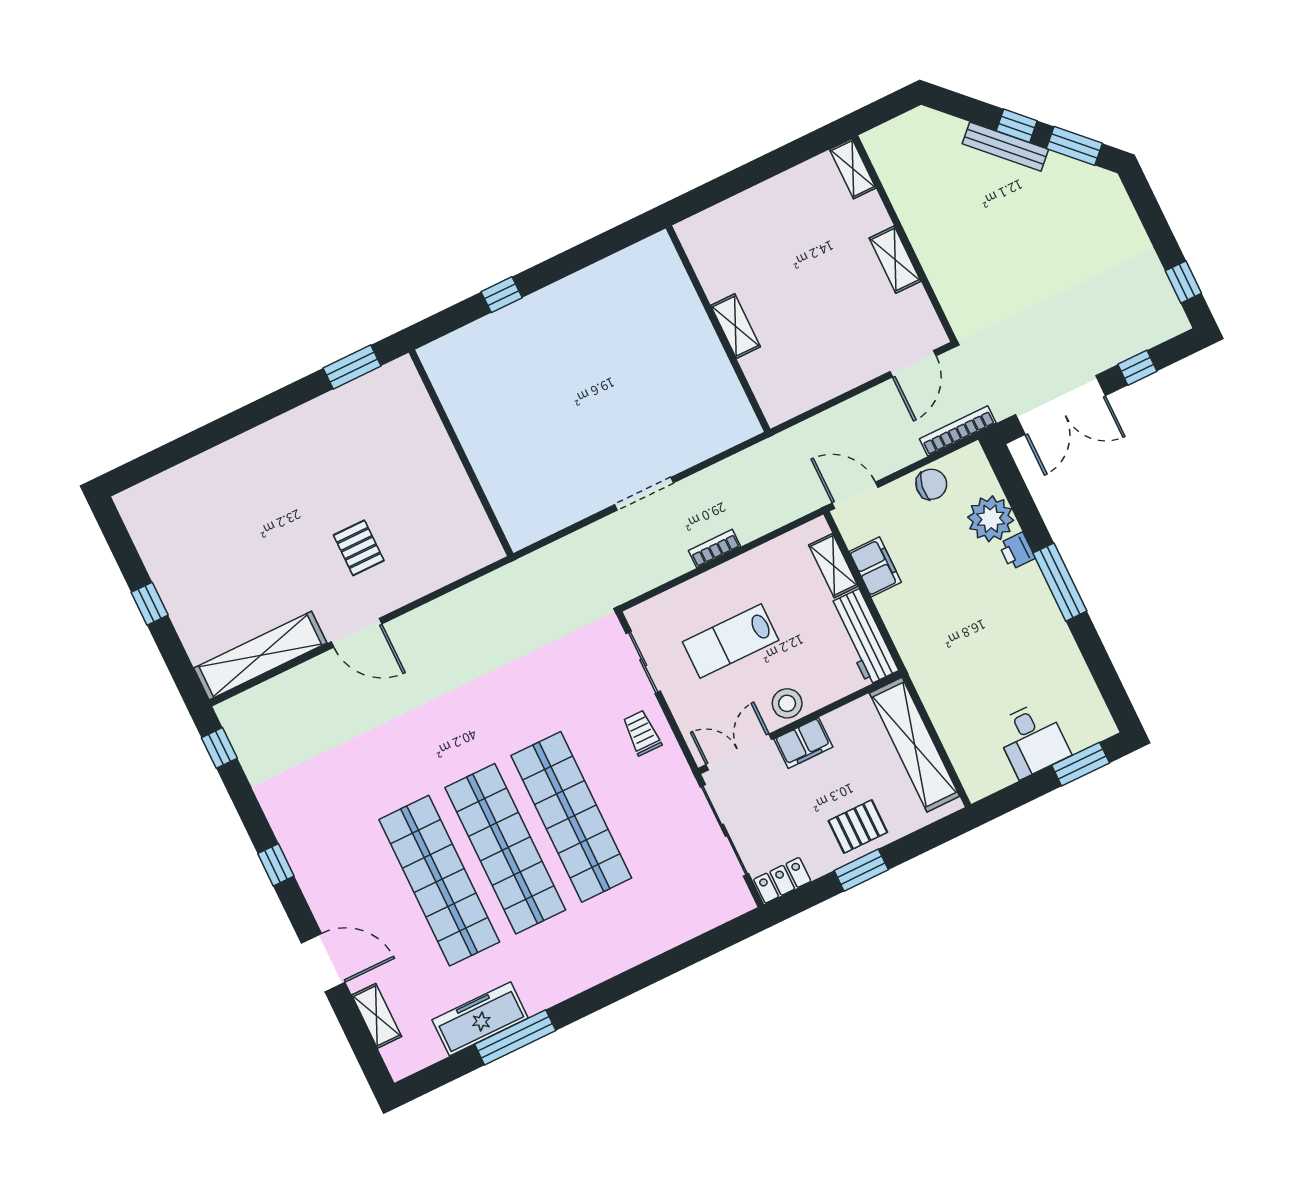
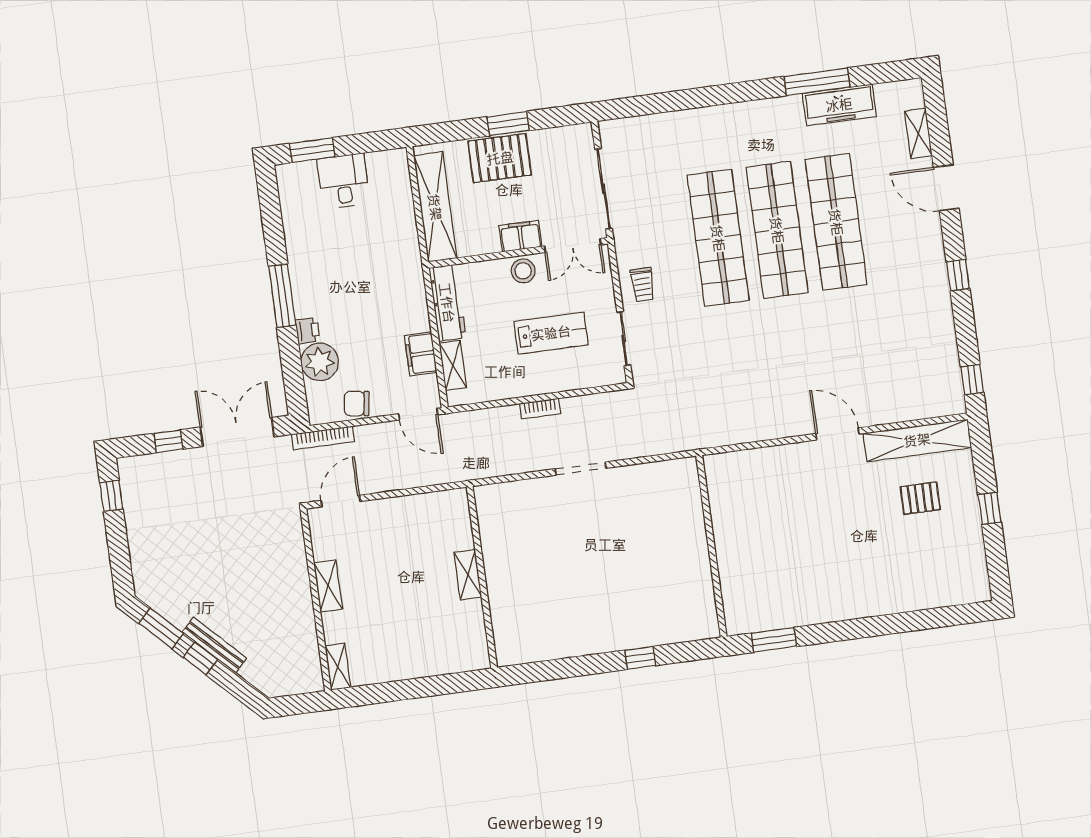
pallet: (359, 548) -> (920, 498), moved, turned 90
pallet: (858, 826) -> (500, 158), width x1.50, depth x1.42
locker: (782, 880) -> (571, 136), removed

